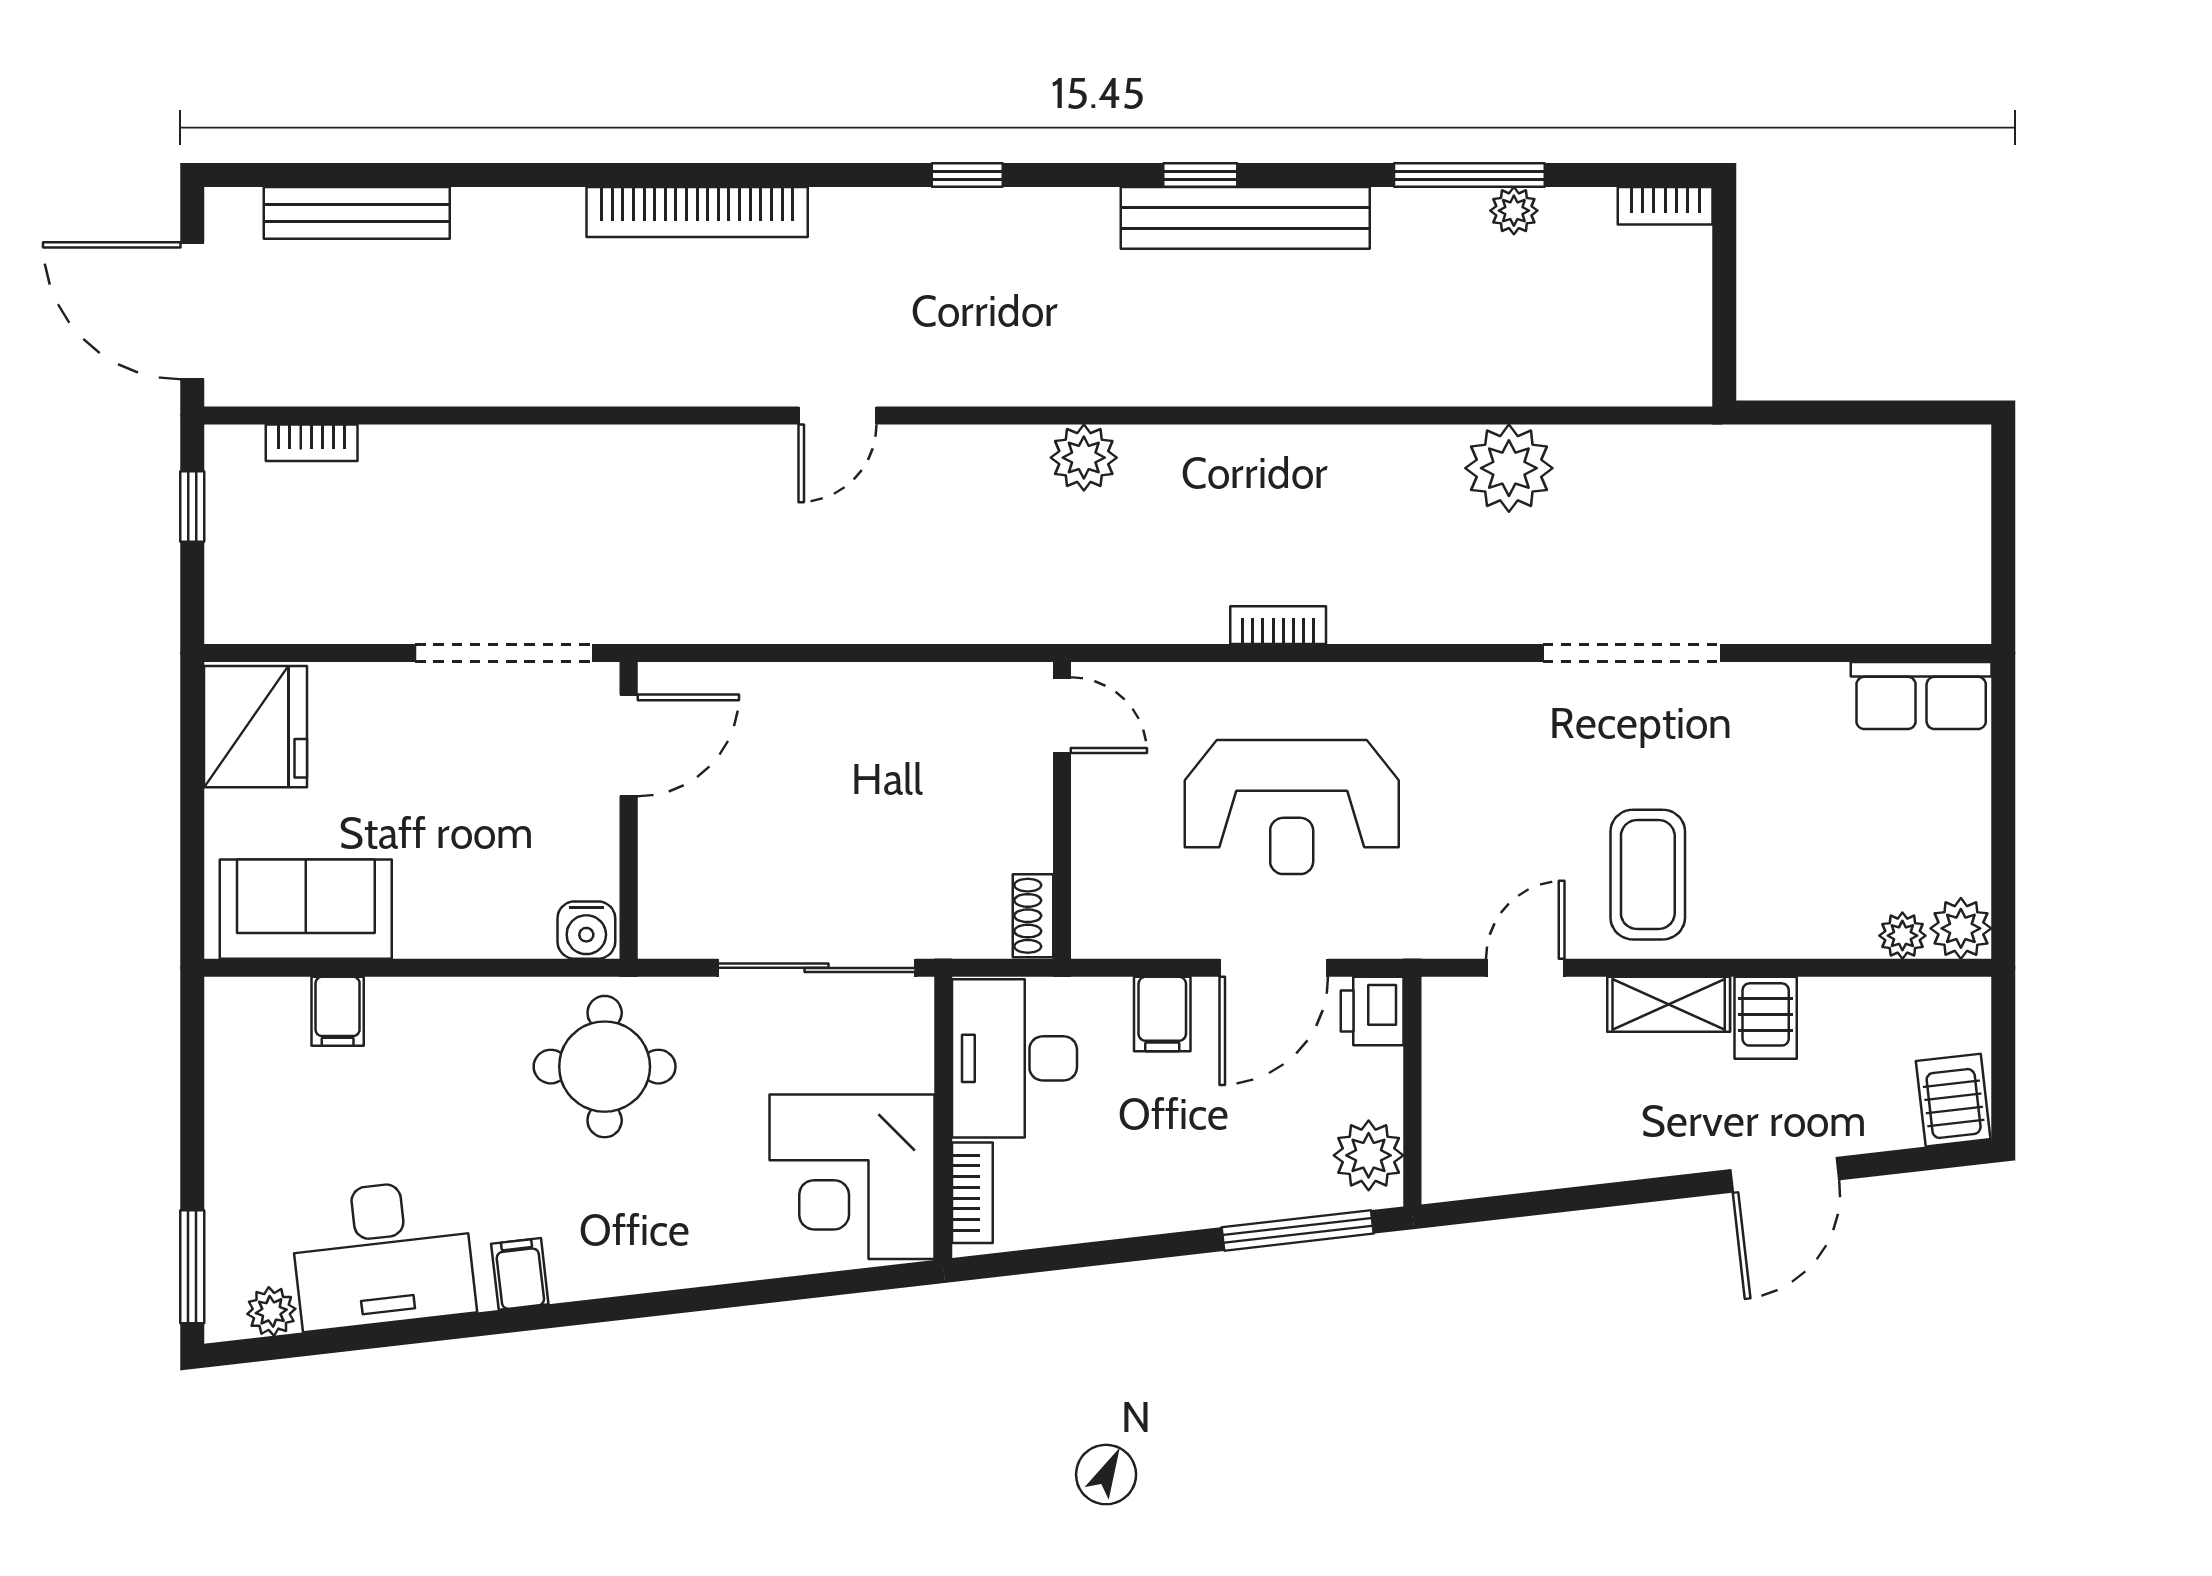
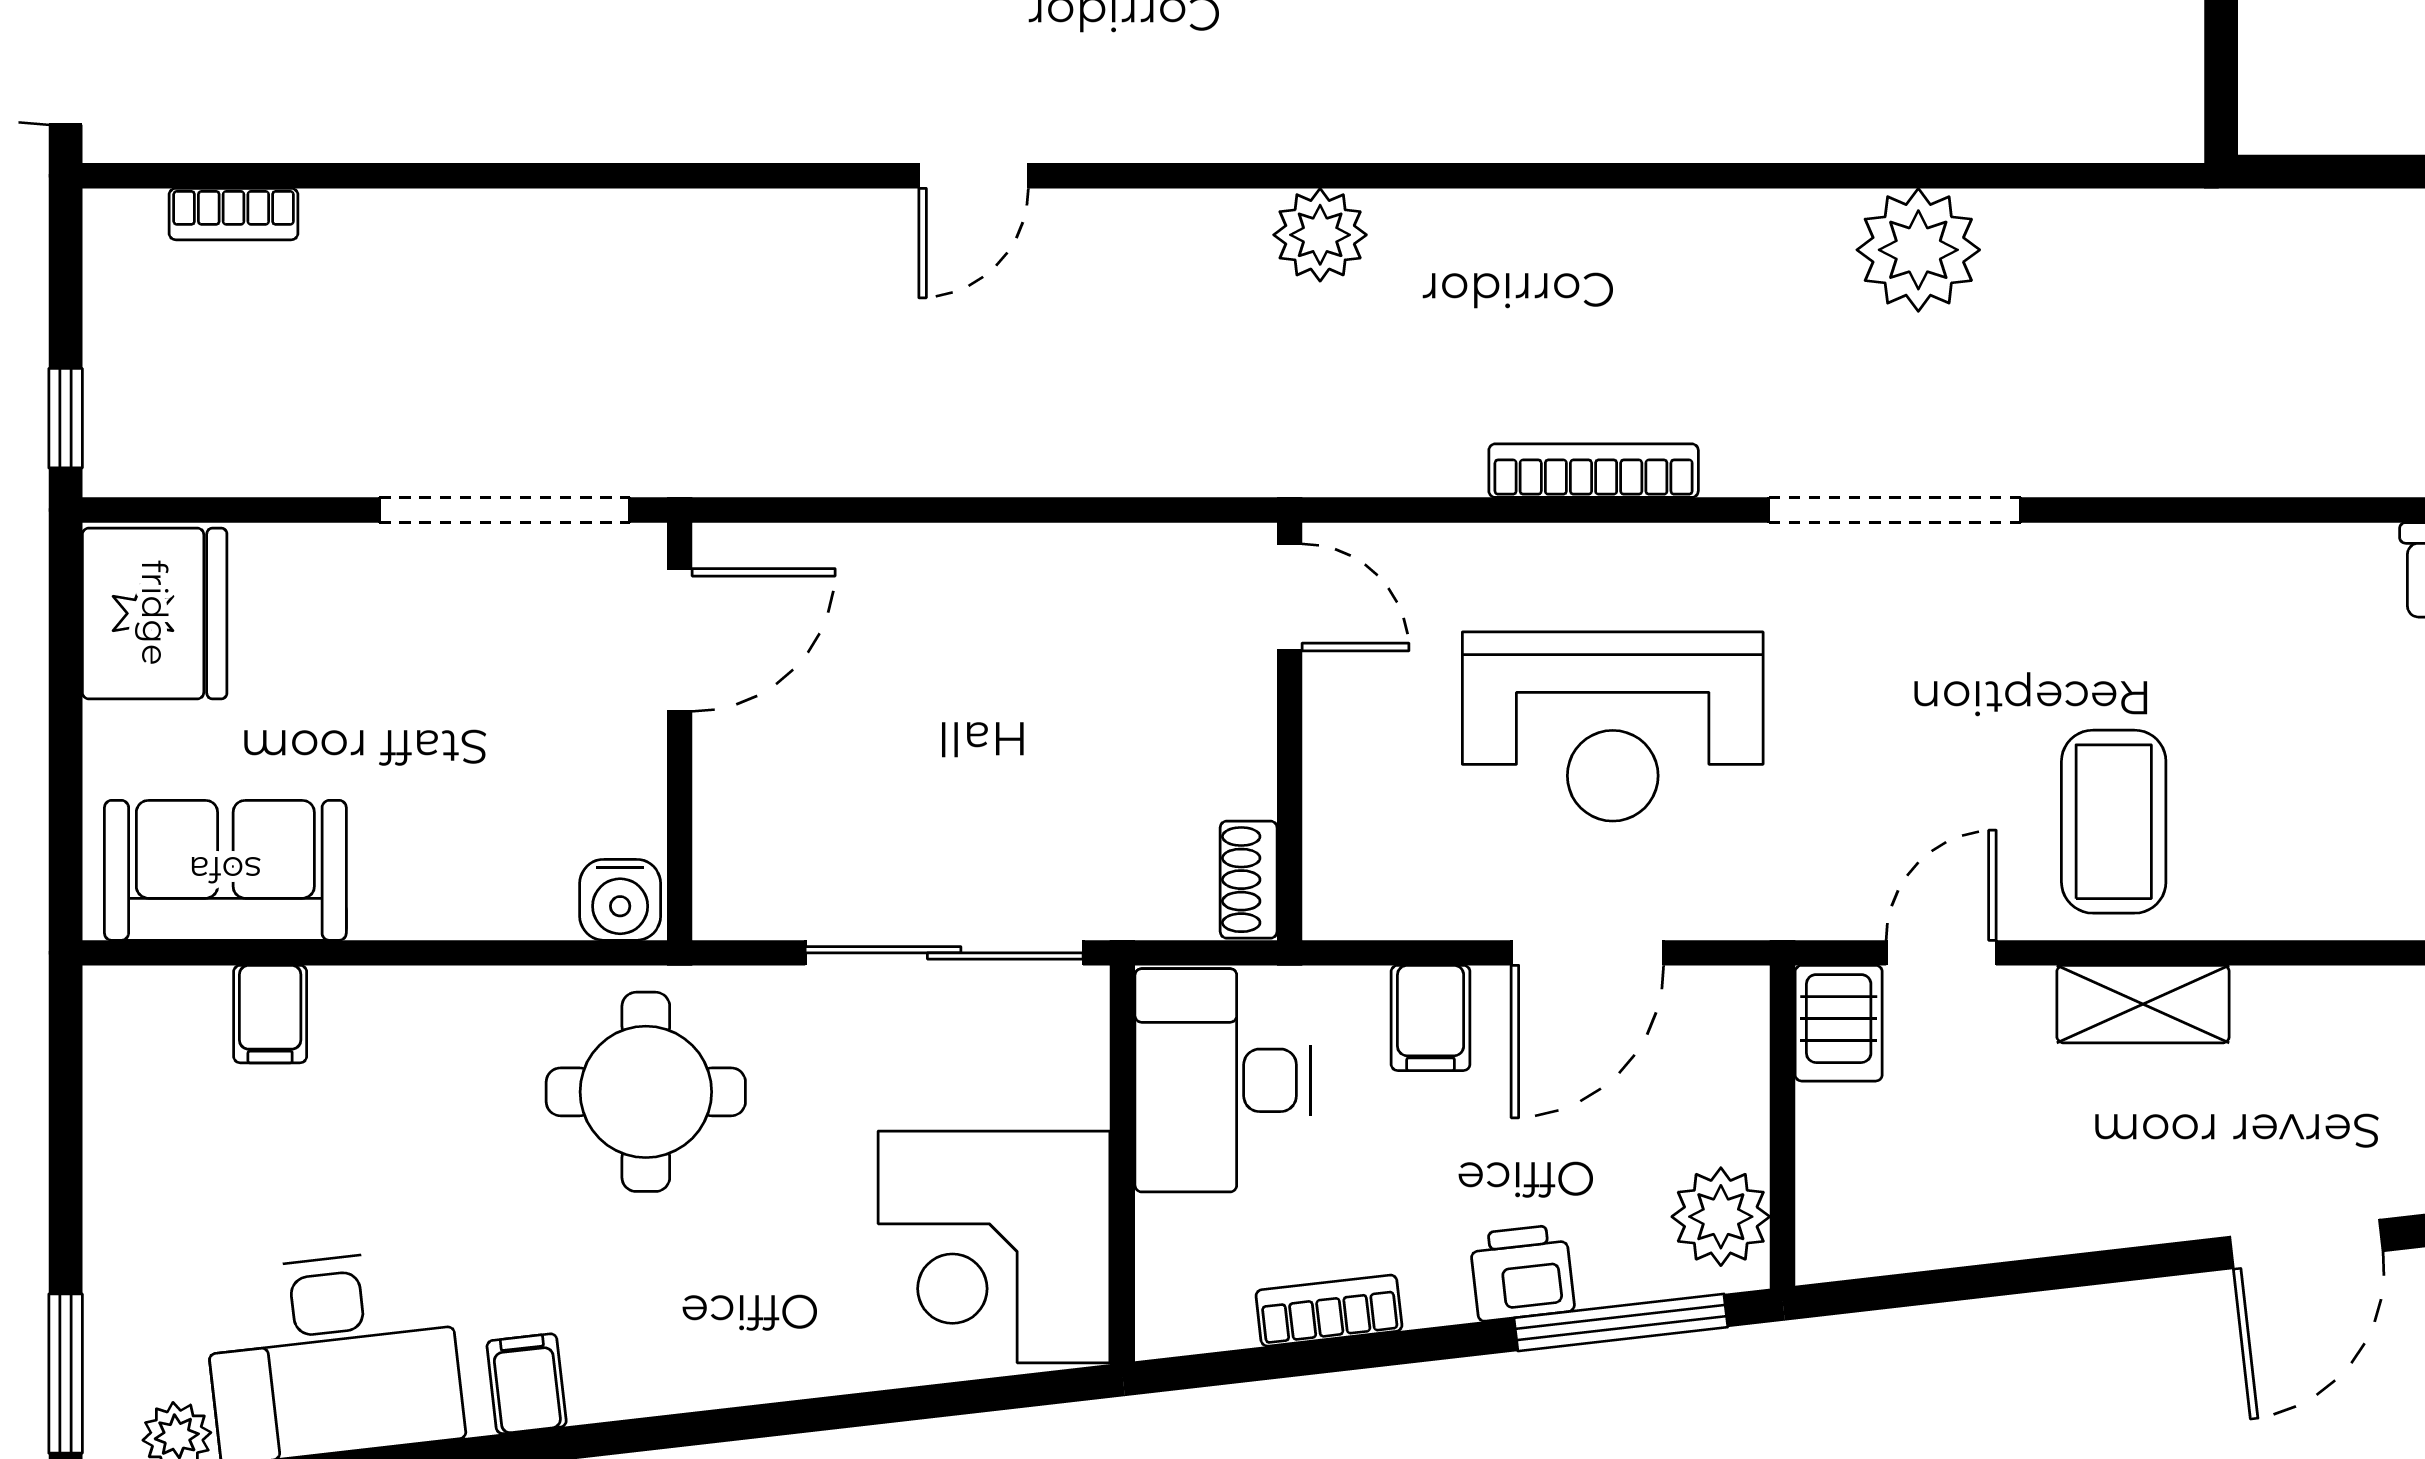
window: (192, 507) -> (66, 418), moved
bookcase: (1278, 625) -> (1594, 471), width x1.56
doorway: (1632, 653) -> (1895, 510), moved
printer: (1372, 1011) -> (1522, 1273), moved, turned 83
server rack: (1766, 1018) -> (1839, 1023), moved
bookcase: (972, 1193) -> (1329, 1311), moved, turned -97

